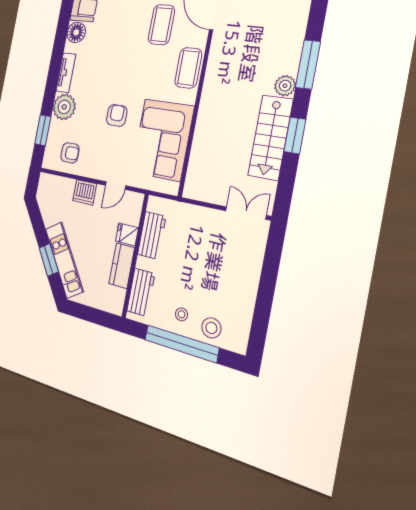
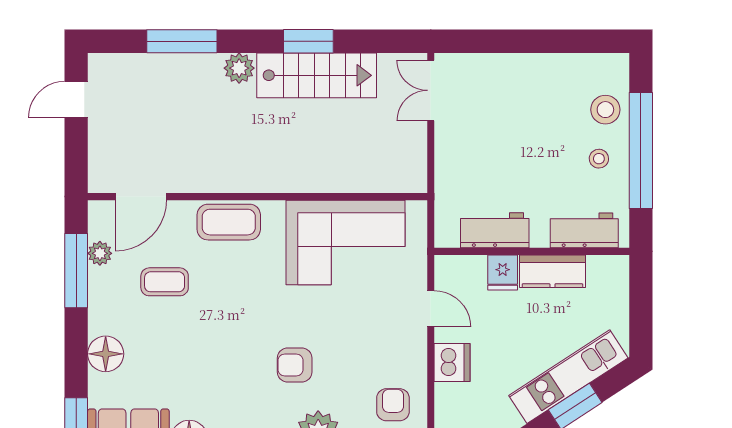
coffee table: (161, 25) -> (165, 282), width x0.73, depth x0.77
window: (308, 65) -> (182, 41), moved
armchair: (117, 115) -> (295, 365), moved

